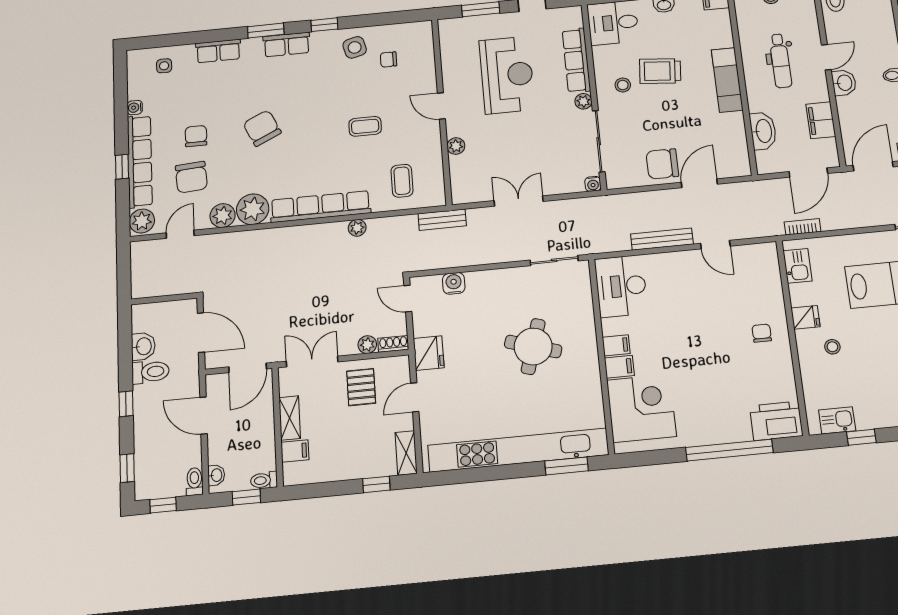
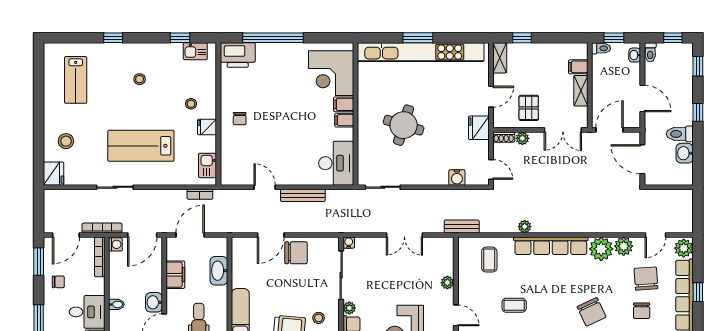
window: (566, 466) -> (418, 38), moved

